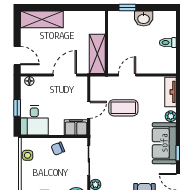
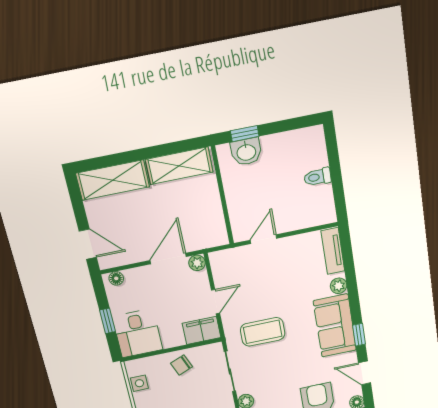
washbasin: (144, 18) -> (246, 152), moved
shelving: (97, 54) -> (179, 166), moved, turned 90
plant: (82, 82) -> (197, 263), added
coffee table: (123, 108) -> (263, 332), moved

